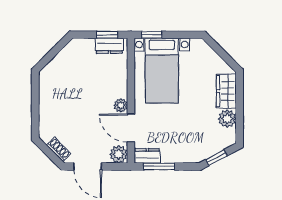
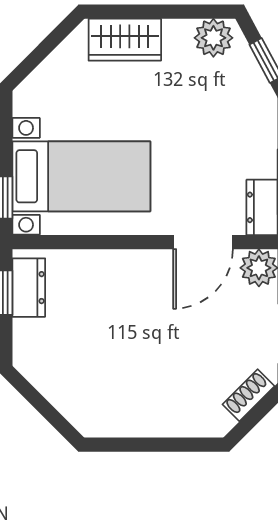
plant: (121, 105) -> (155, 264), removed
plant: (227, 119) -> (213, 38), moved

